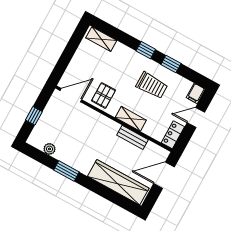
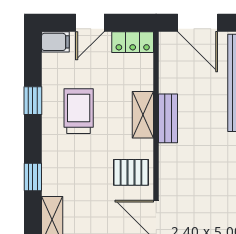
window: (146, 50) -> (33, 177), moved
door: (196, 117) -> (90, 23), hinge flipped
bench: (133, 137) -> (168, 118), moved

